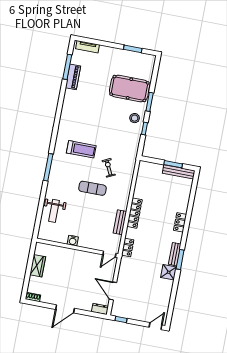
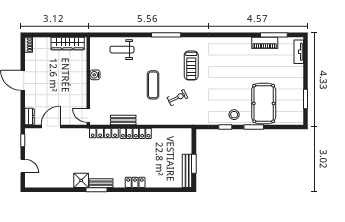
locker: (128, 247) -> (104, 133), width x1.53
wardrobe: (38, 266) -> (68, 43), width x1.50
door: (155, 326) -> (23, 166), moved

